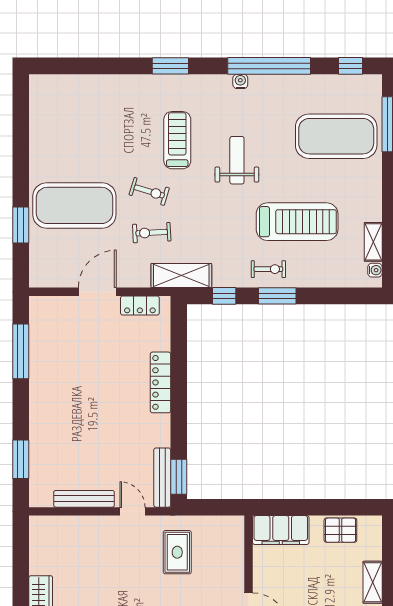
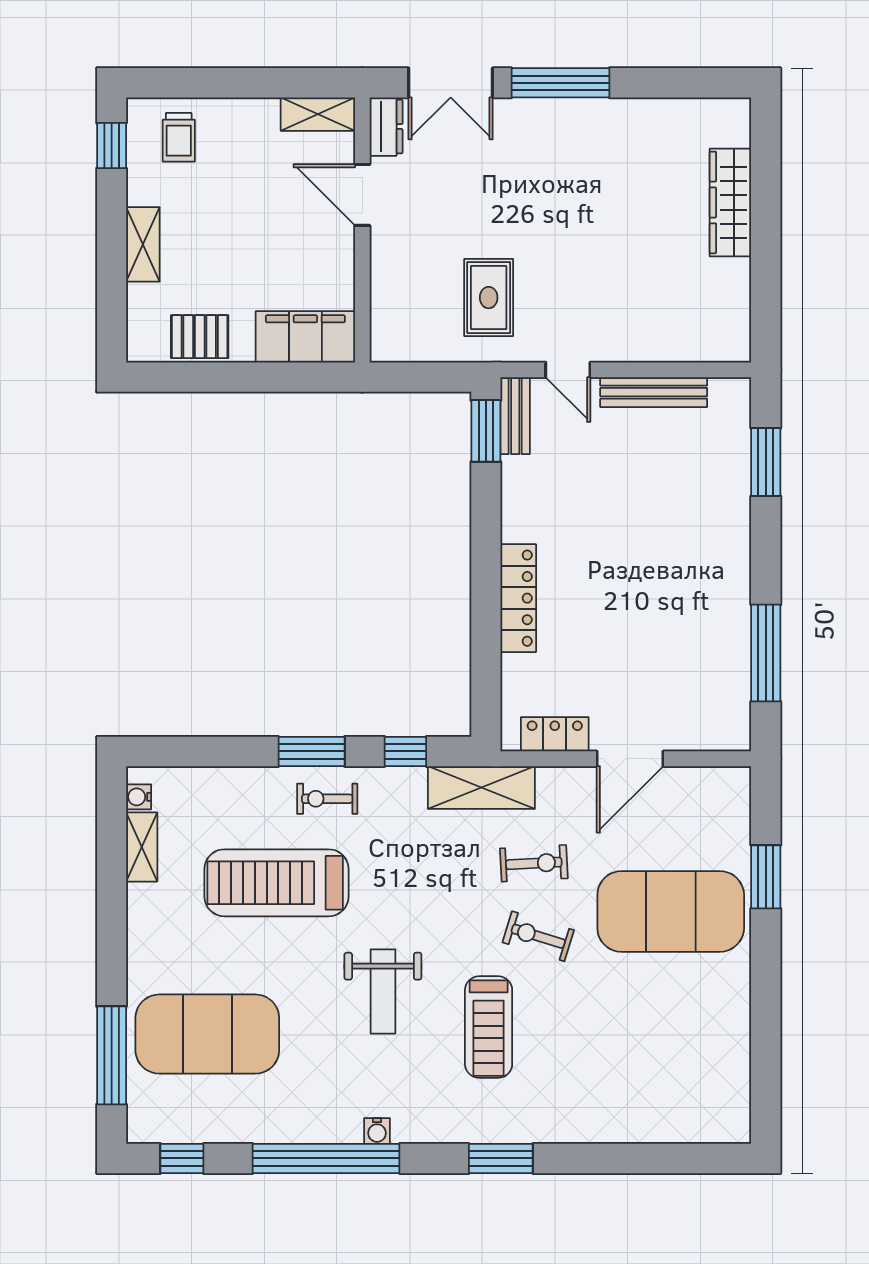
bench: (162, 478) -> (515, 416), width x0.73

